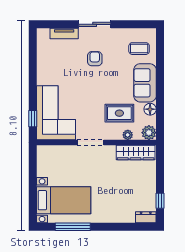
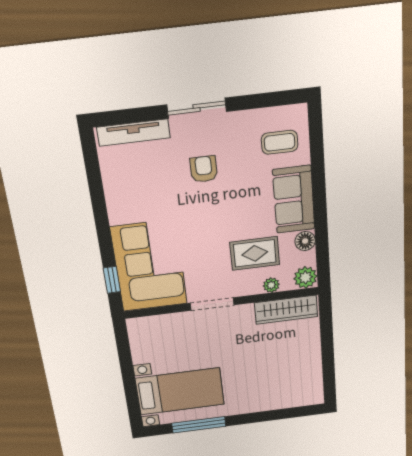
tv unit: (64, 34) -> (134, 133), width x1.41
window: (160, 201) -> (329, 373), removed
dresser: (146, 217) -> (308, 398), removed

